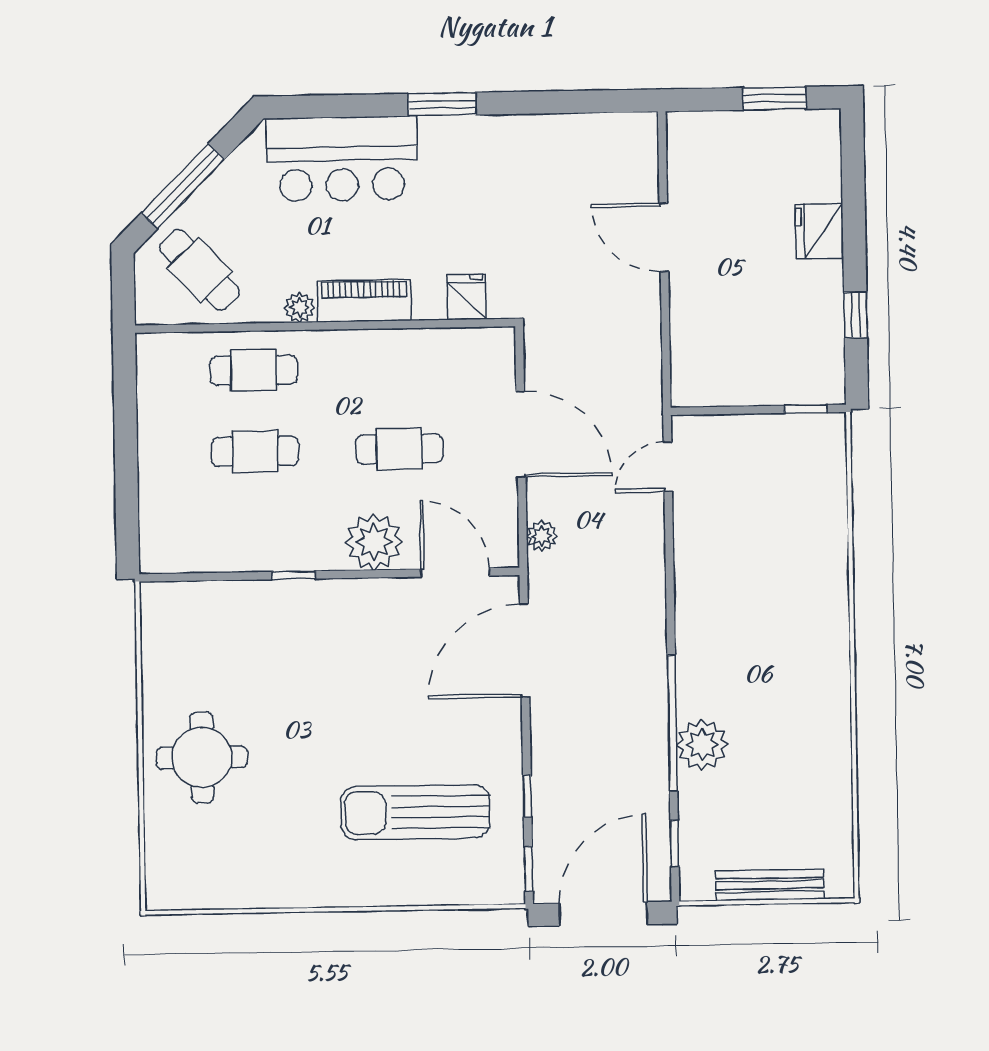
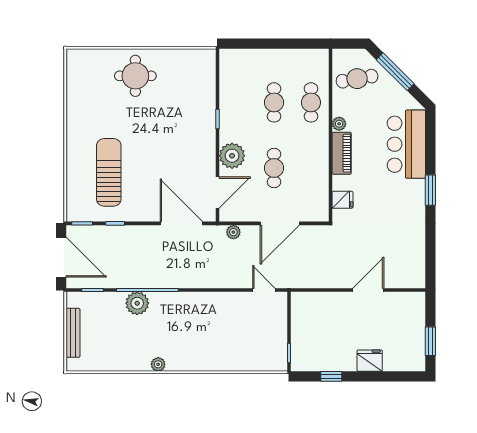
cafe table: (200, 270) -> (357, 79), turned 33
plant: (836, 696) -> (158, 364), added

